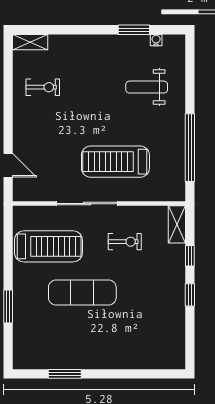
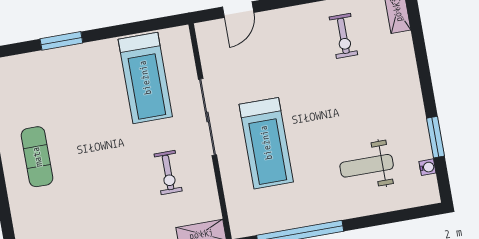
weight bench: (147, 87) -> (367, 166), turned -90
treadmill: (115, 162) -> (266, 143), turned 180
exercise mat: (82, 292) -> (37, 157), moved, width x0.73, depth x0.69

